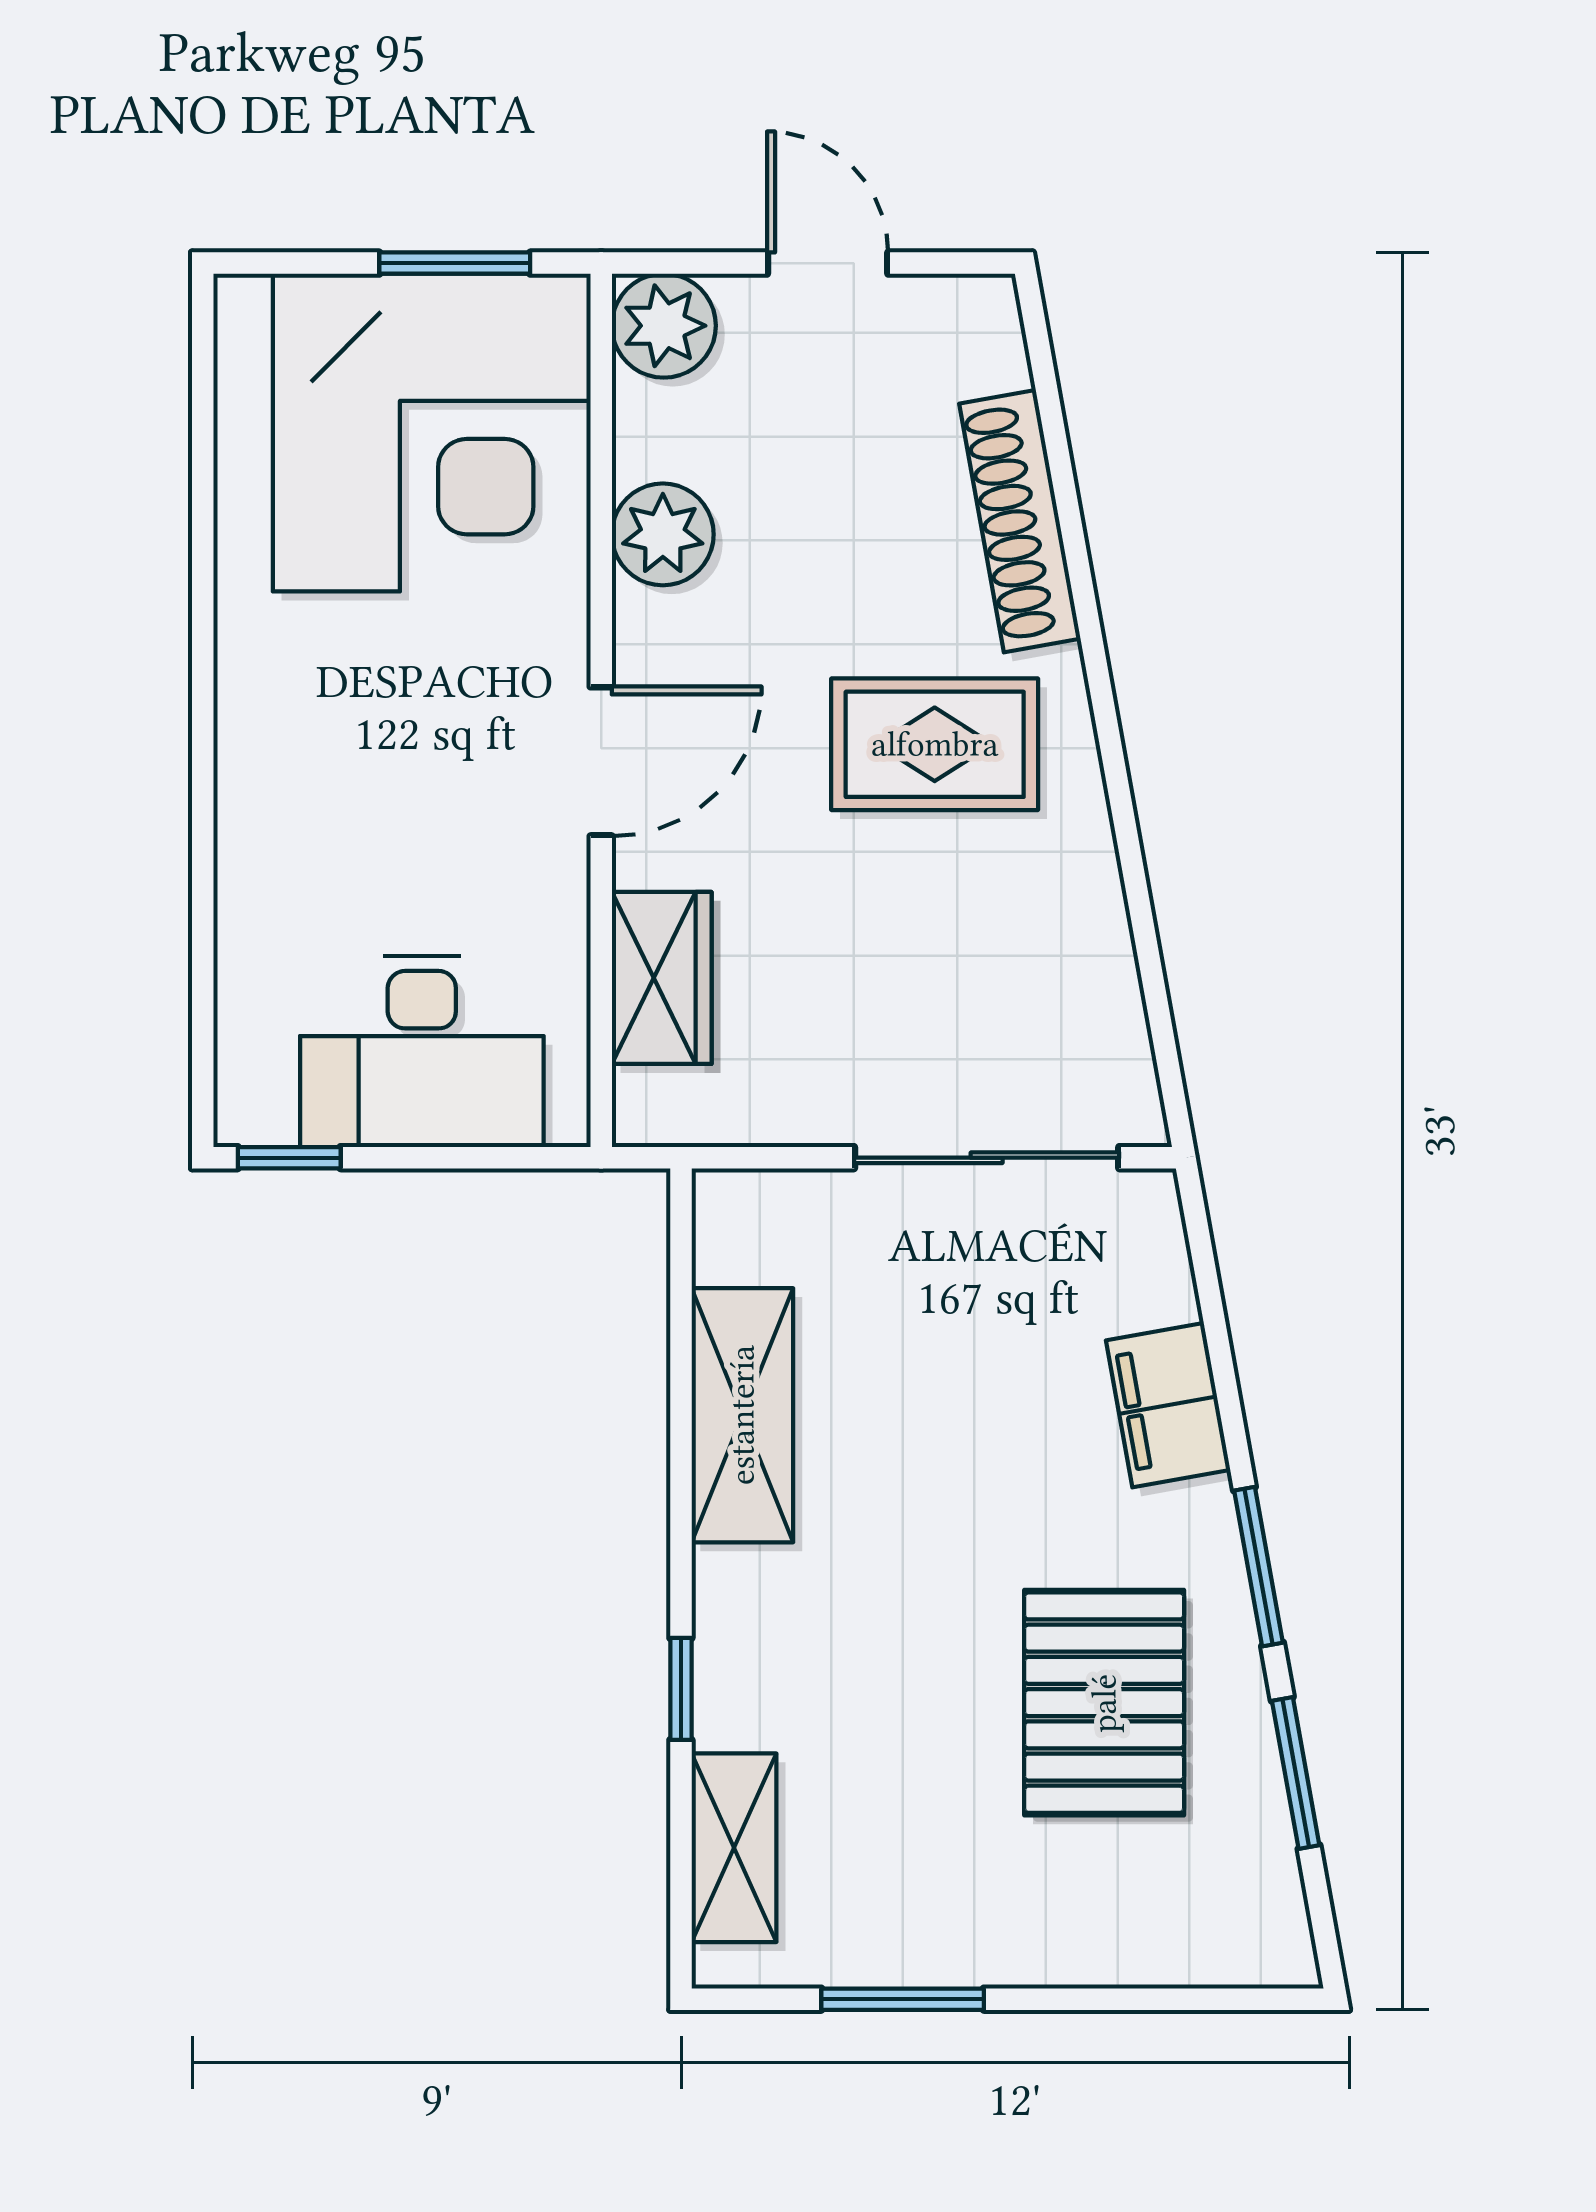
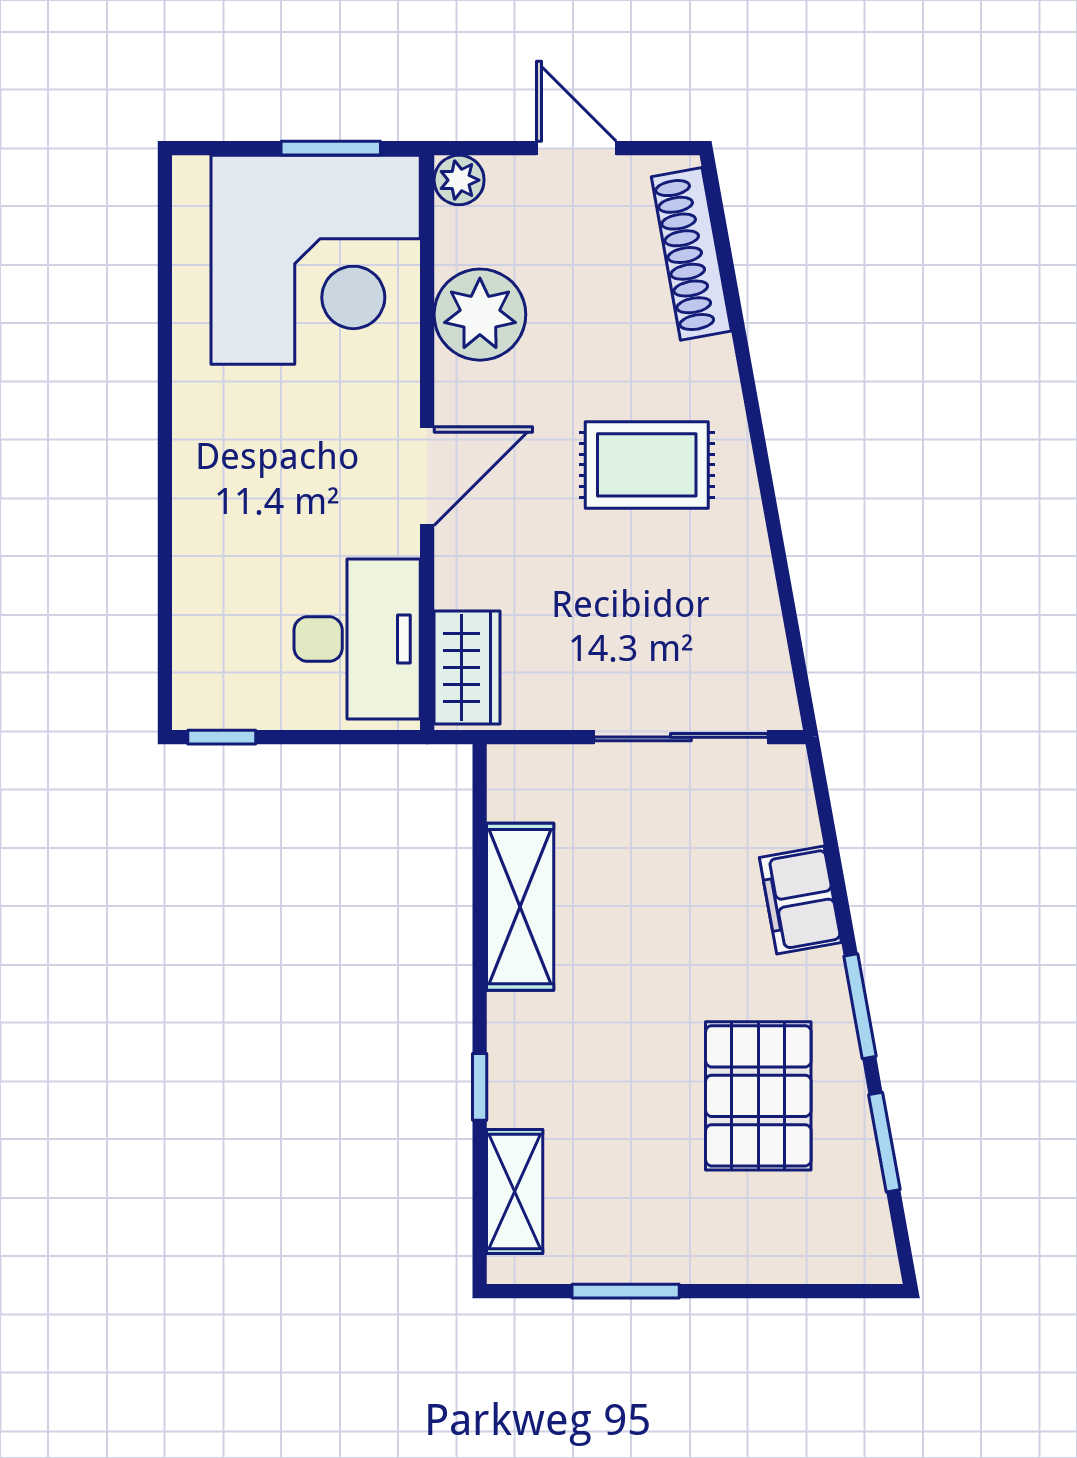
plant: (664, 326) -> (459, 180), width x0.73, depth x0.73
shoe rack: (1020, 521) -> (691, 254), moved
plant: (663, 534) -> (480, 315), width x1.36, depth x1.36
wardrobe: (662, 978) -> (467, 667), moved
desk: (422, 1051) -> (357, 639), moved, turned -90

